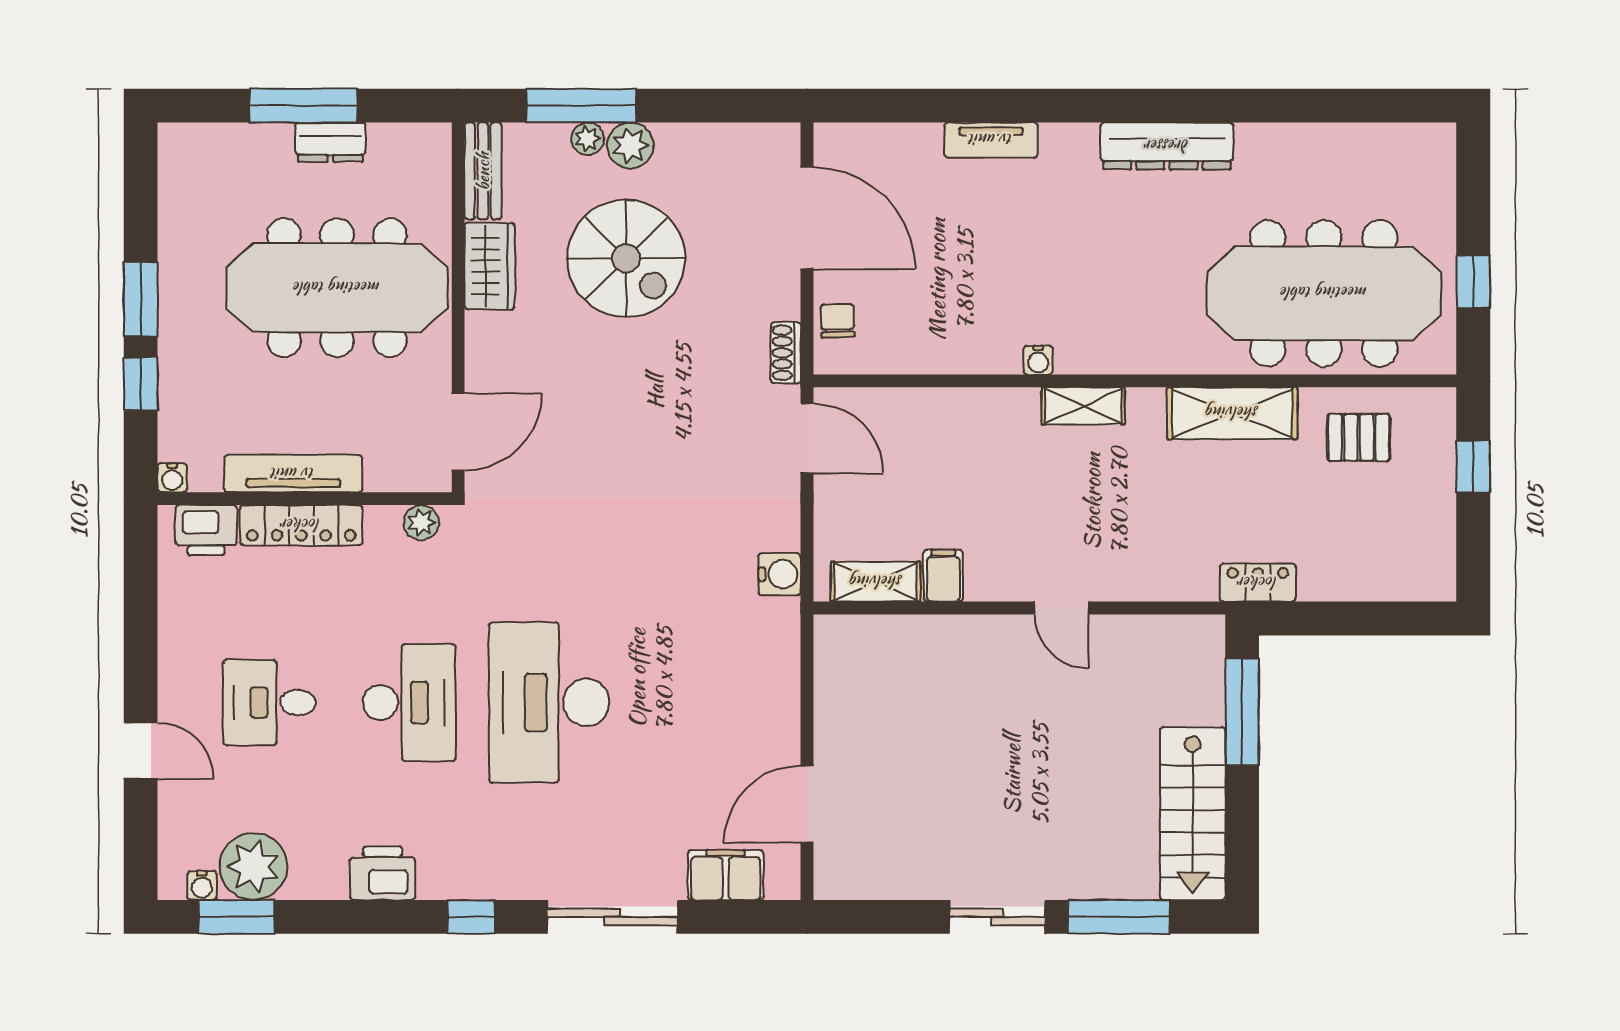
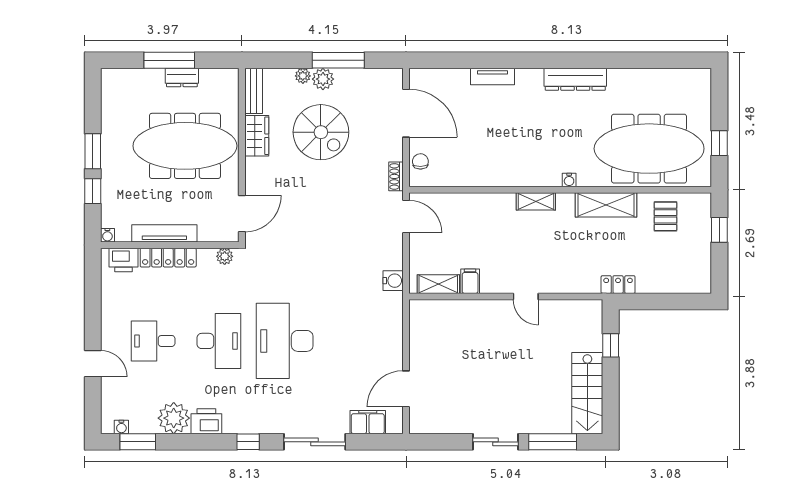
window: (581, 106) -> (338, 60), moved
water cooler: (1038, 360) -> (569, 180), moved
pallet: (1359, 437) -> (665, 216), turned 90
window: (1242, 712) -> (611, 345), width x0.46
plant: (254, 867) -> (174, 418), moved

